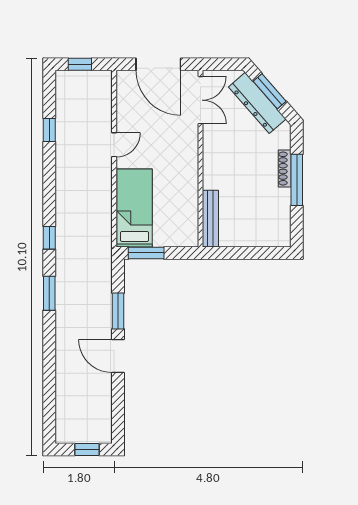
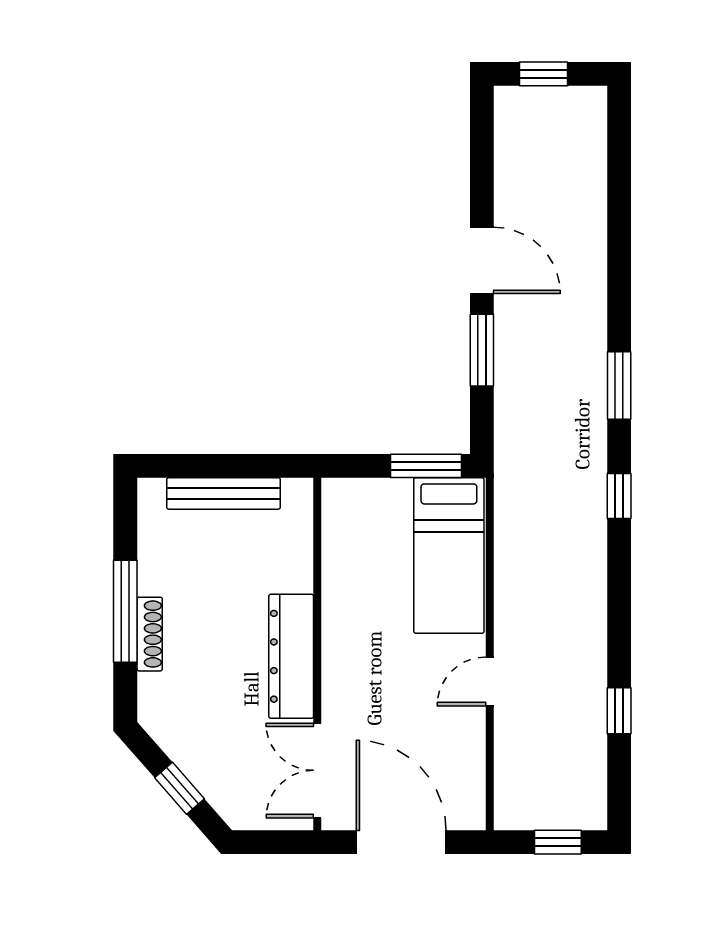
window: (270, 91) -> (179, 788), width x0.67
dresser: (257, 103) -> (291, 656), moved, turned -139
bench: (210, 219) -> (224, 493), moved, turned 90

